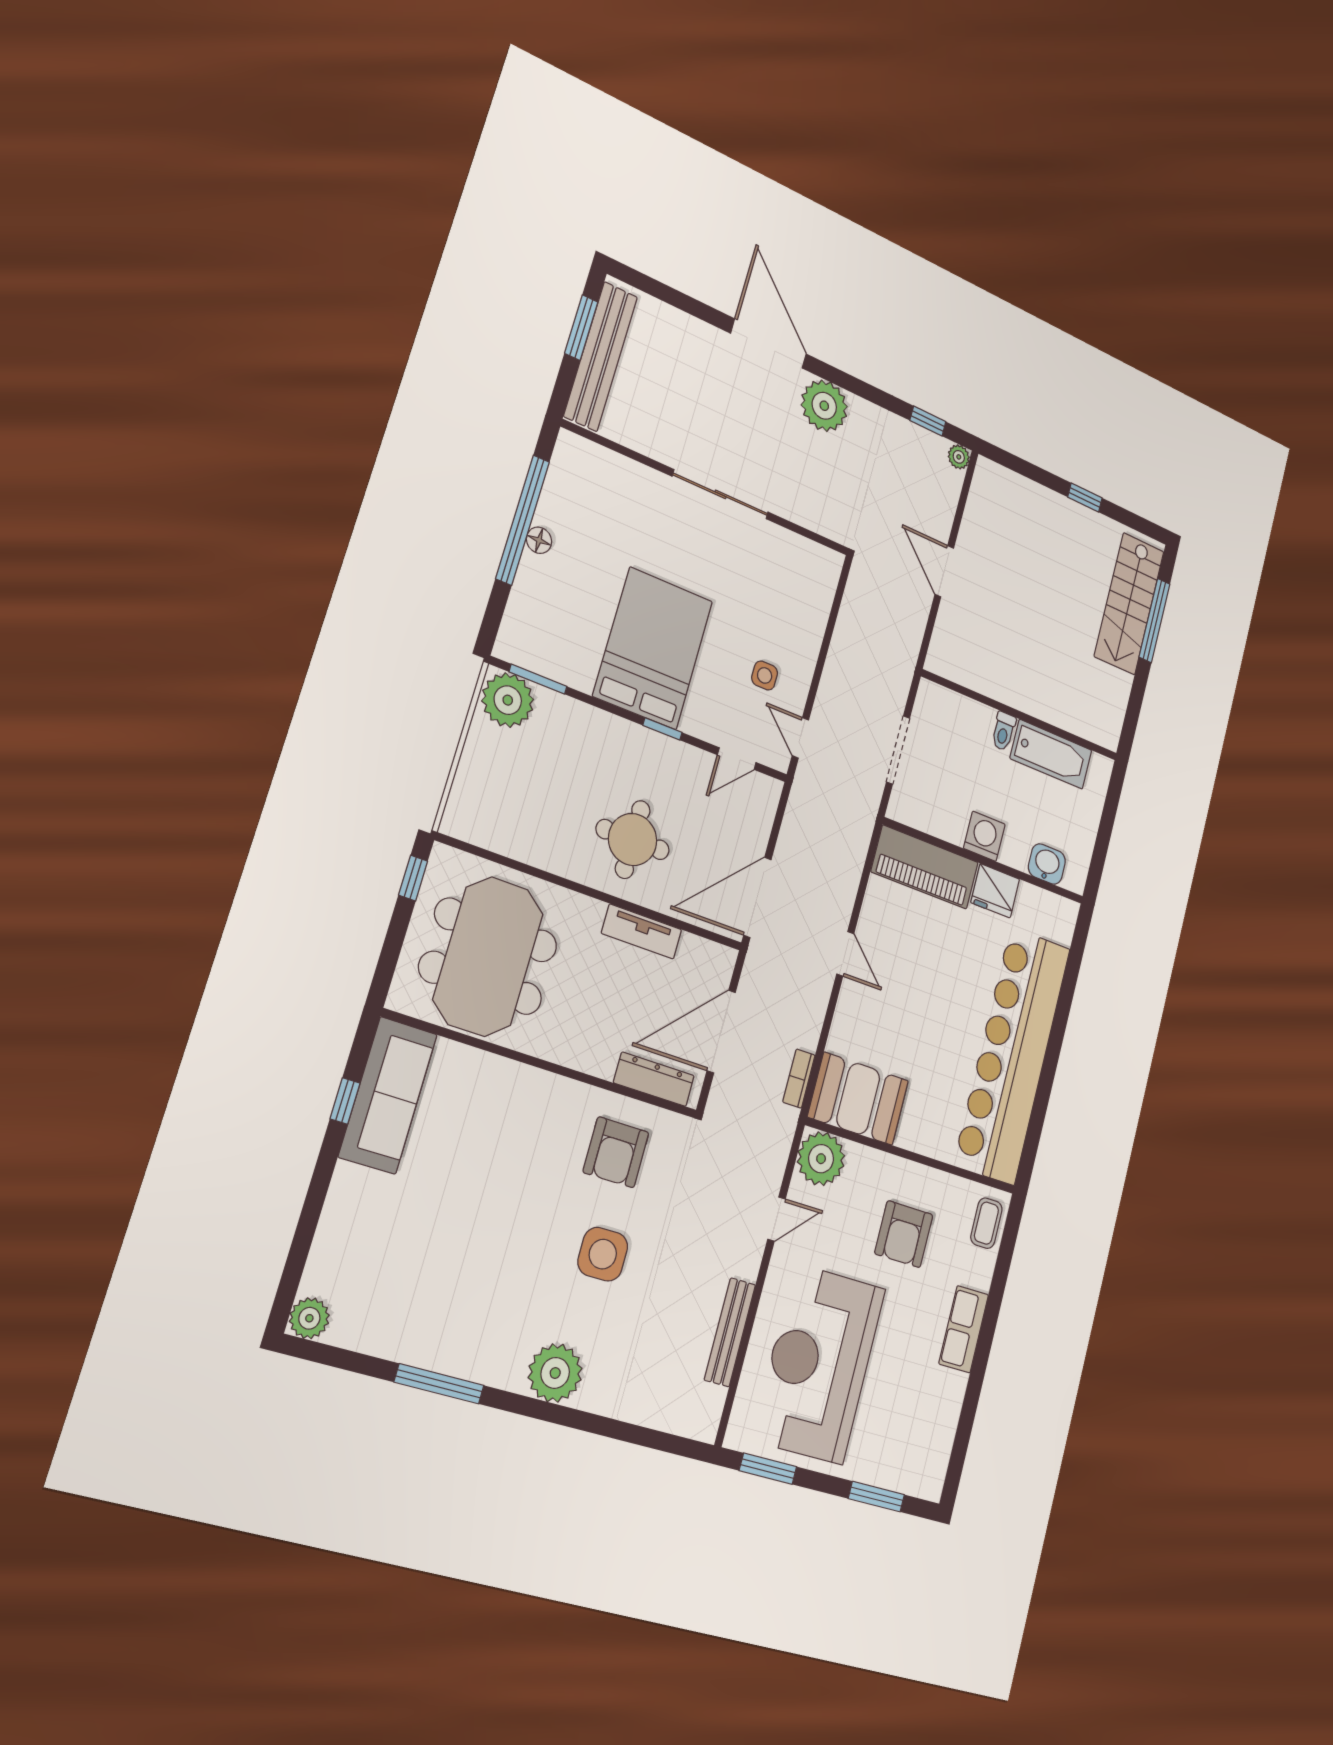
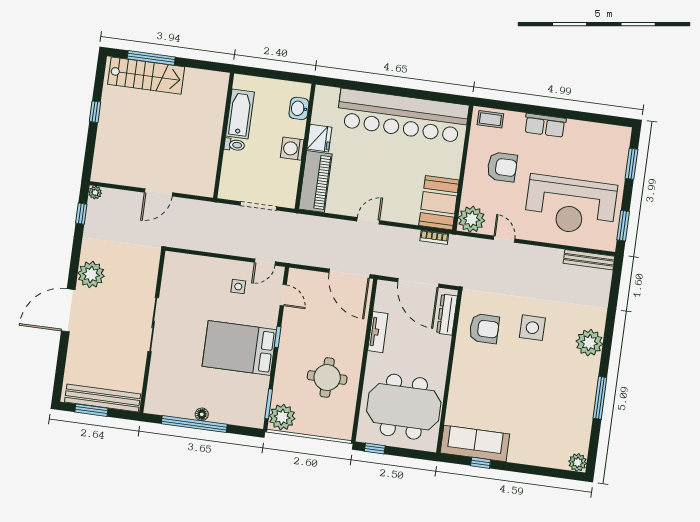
round table: (633, 840) -> (327, 378), moved
bench: (730, 1332) -> (589, 260), moved

